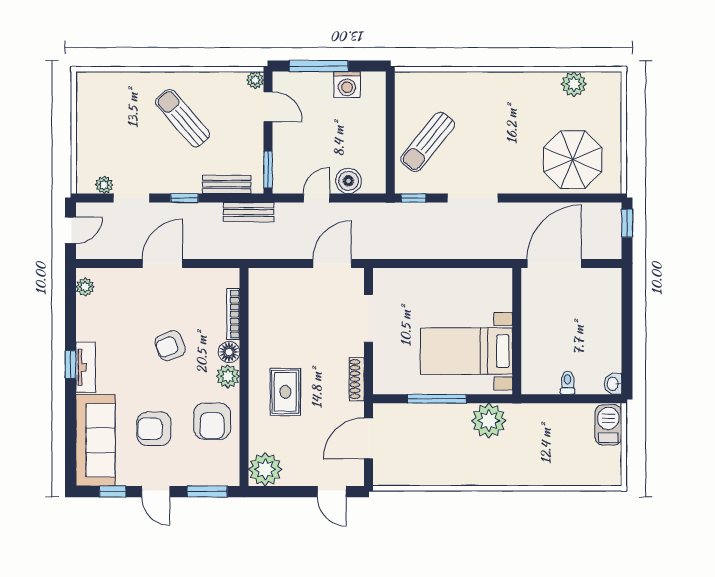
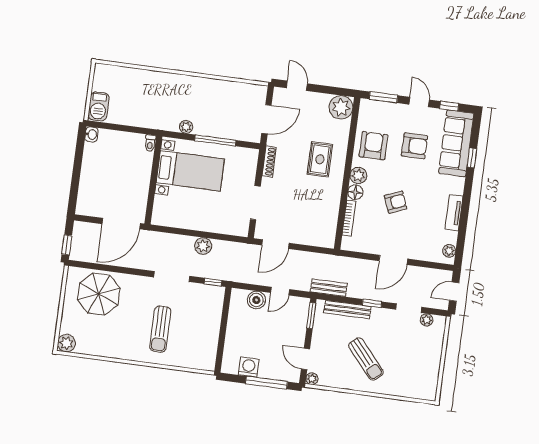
plant: (574, 84) -> (66, 343), moved
sun lounger: (428, 142) -> (160, 329), moved, turned 141
bench: (227, 184) -> (347, 310), width x1.36
plant: (434, 247) -> (203, 246), added
window: (71, 364) -> (472, 158), moved
tv unit: (86, 367) -> (454, 213), moved
toilet: (567, 383) -> (150, 143), moved
plant: (489, 421) -> (186, 127), width x0.53, depth x0.53

